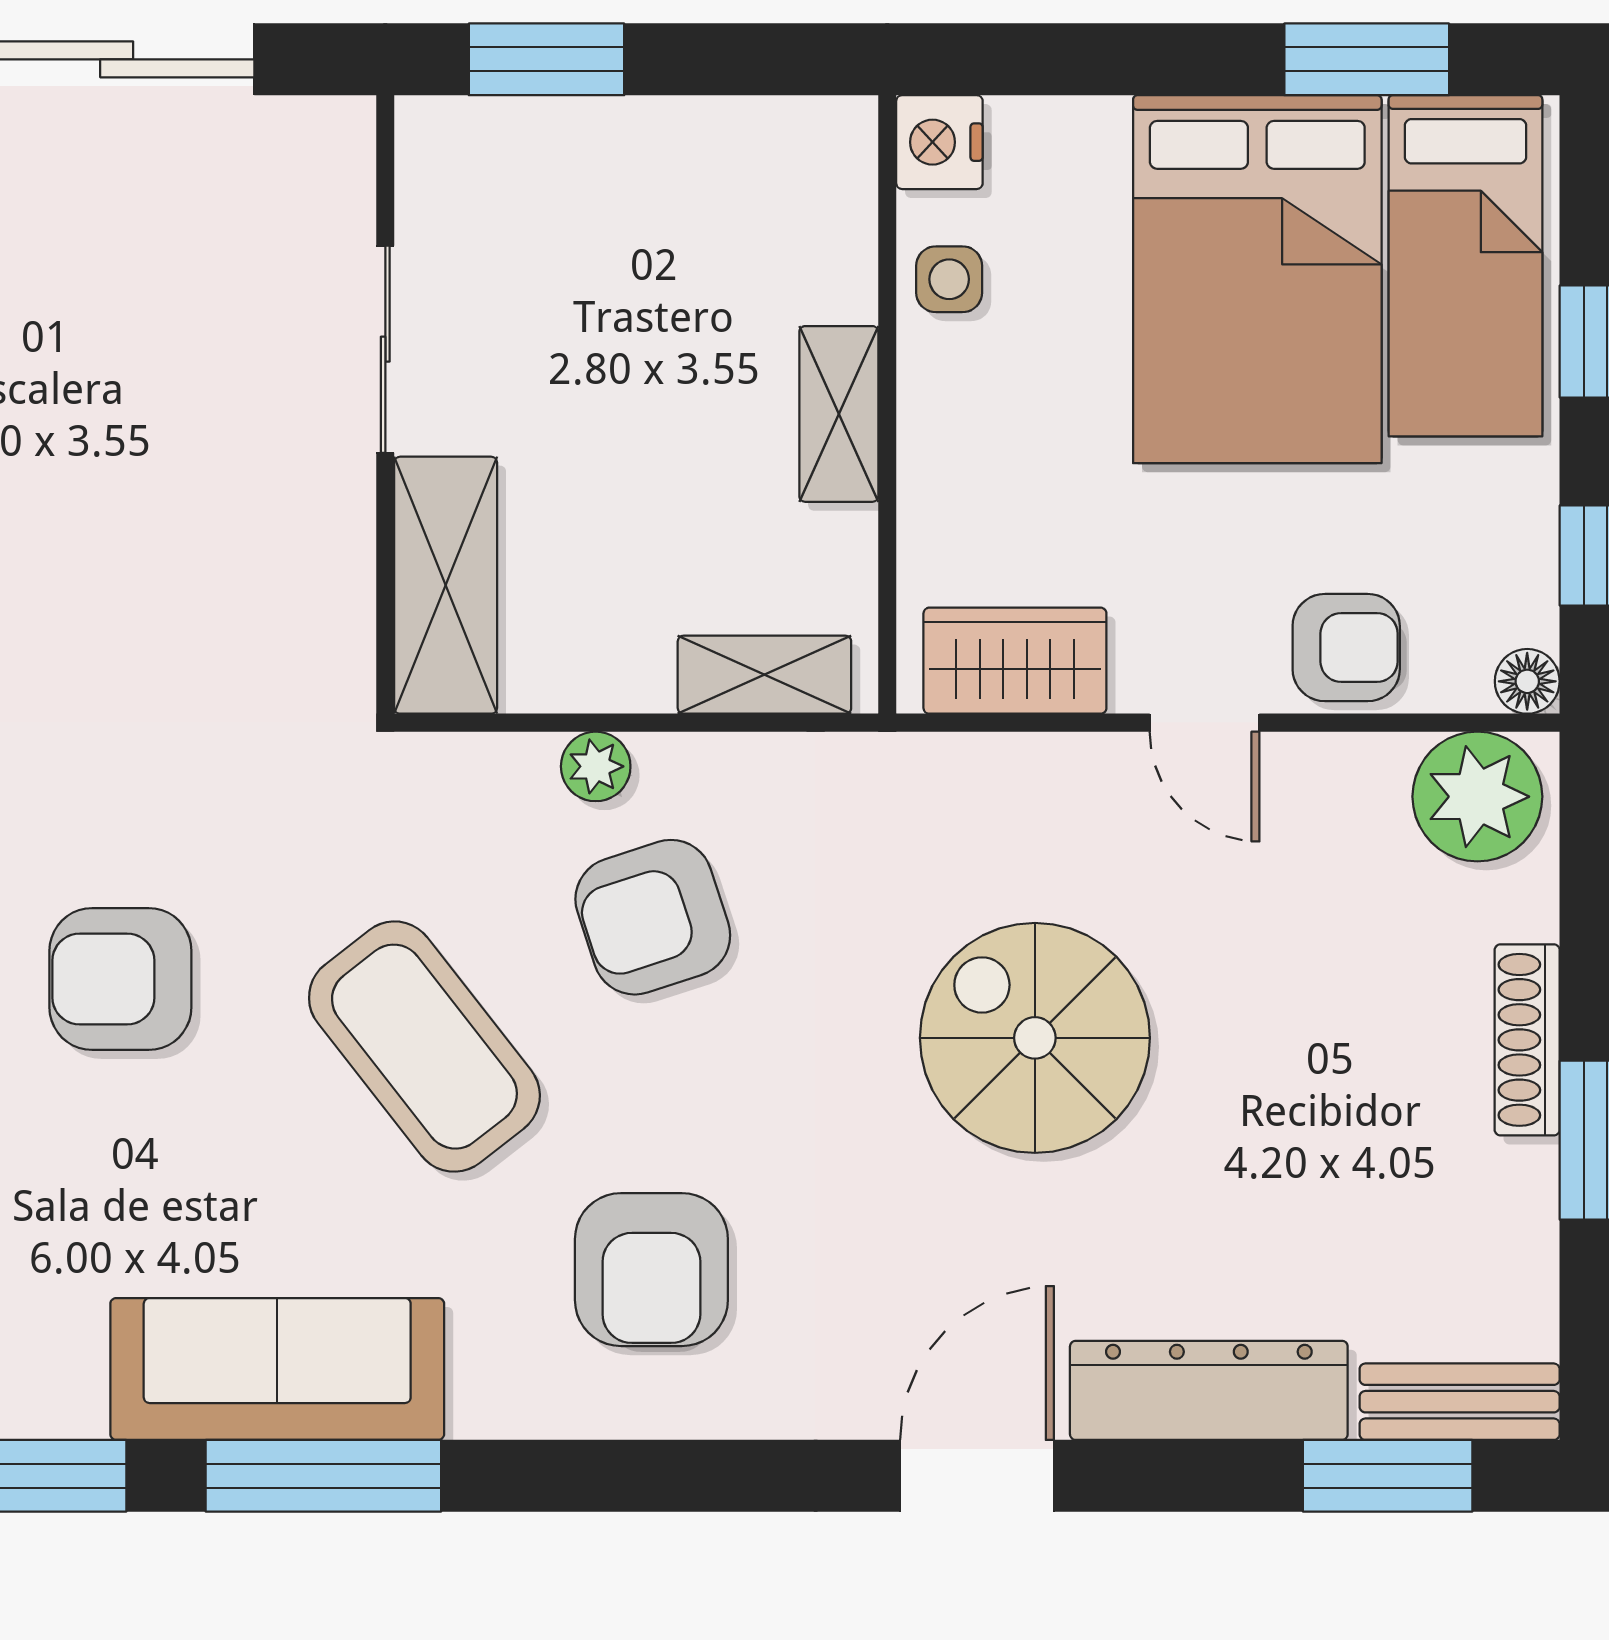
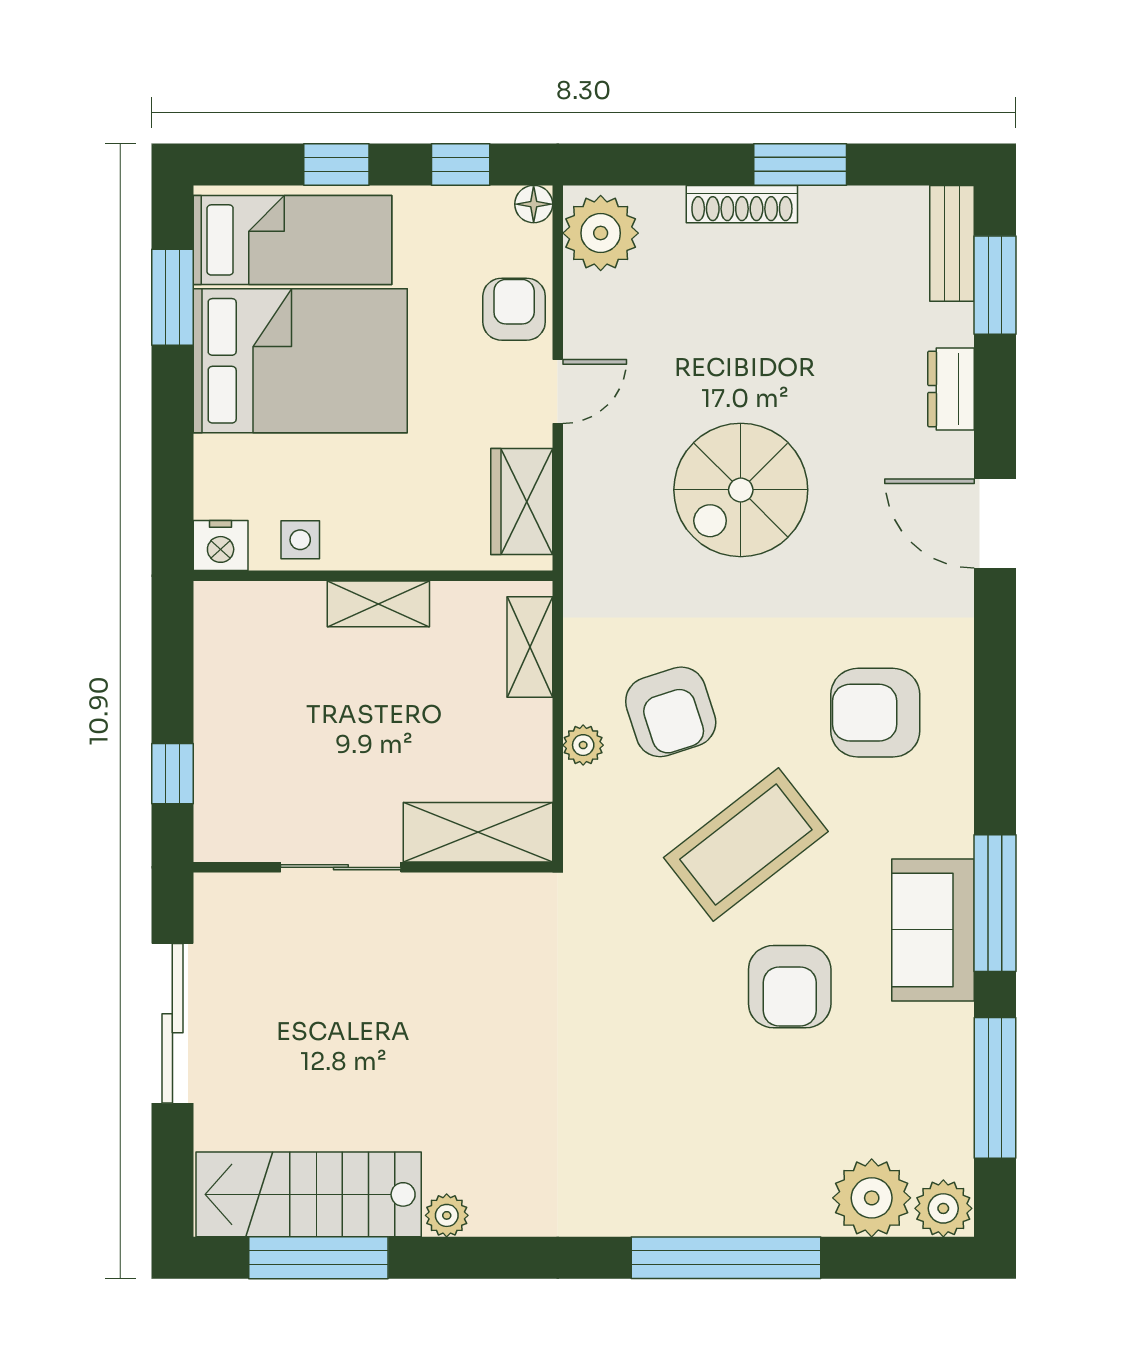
window: (547, 59) -> (172, 774), width x0.67
armchair: (120, 979) -> (790, 987), moved
armchair: (651, 1270) -> (875, 713), turned 180
sofa: (277, 1369) -> (933, 930), width x0.73
dresser: (1209, 1390) -> (951, 389), width x0.51, depth x0.80

